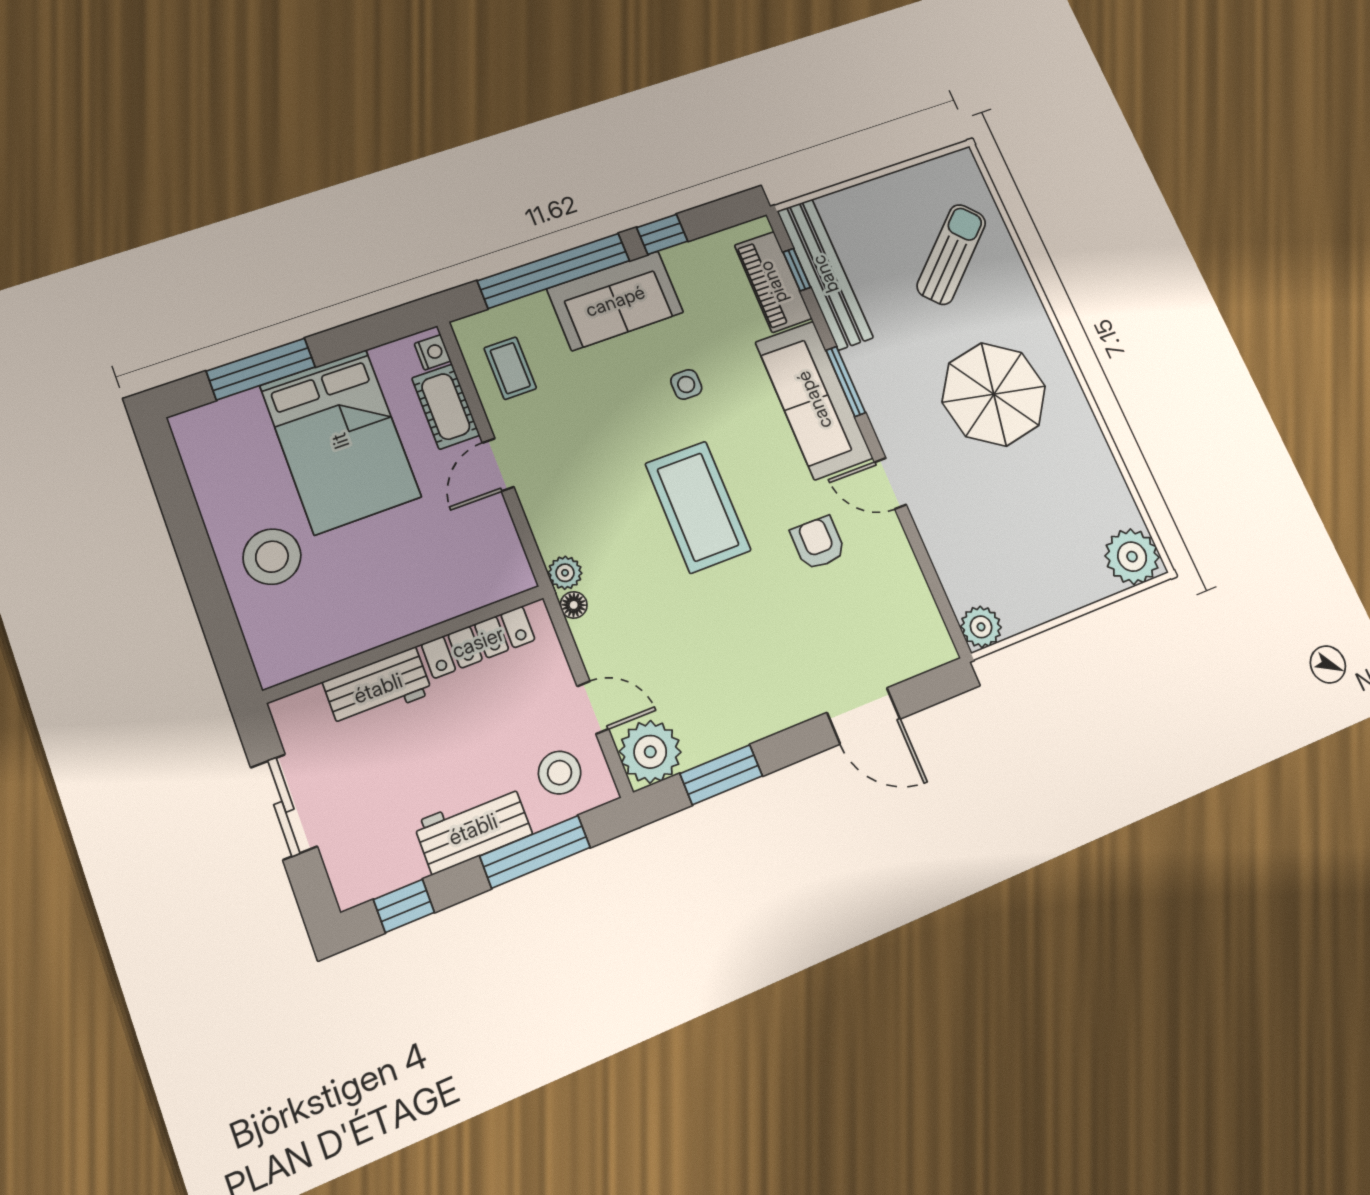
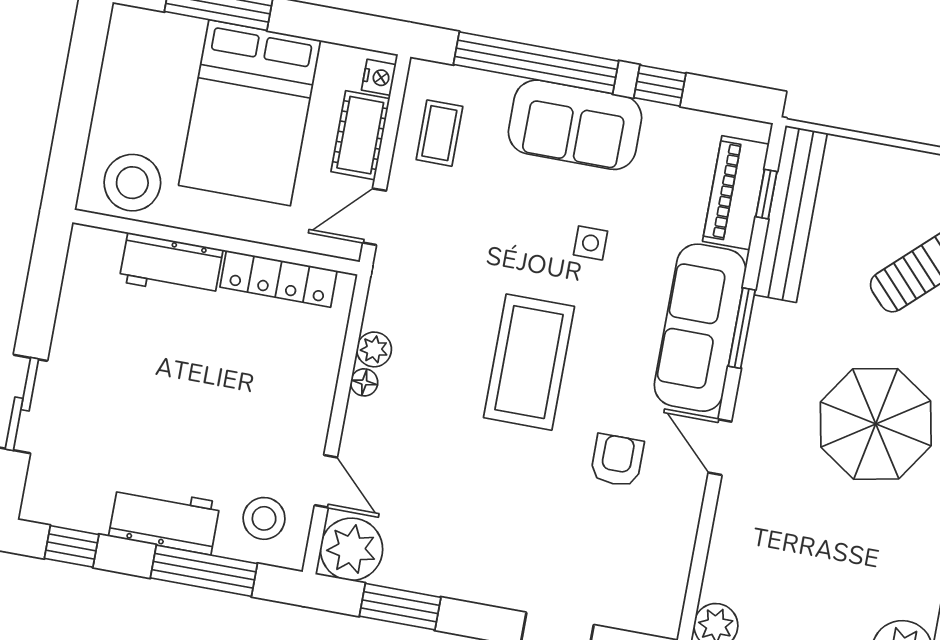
locker: (478, 642) -> (278, 279), moved
wall: (405, 644) -> (216, 242), moved
workbench: (378, 688) -> (171, 266), moved

